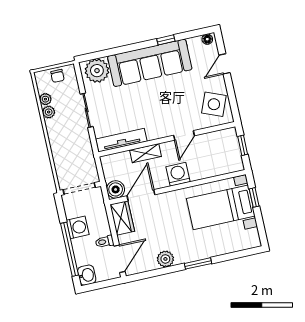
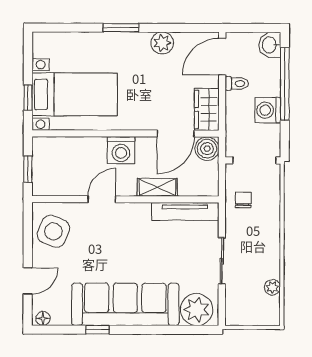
chair: (57, 76) -> (243, 200), moved
plant: (49, 112) -> (272, 269), removed

